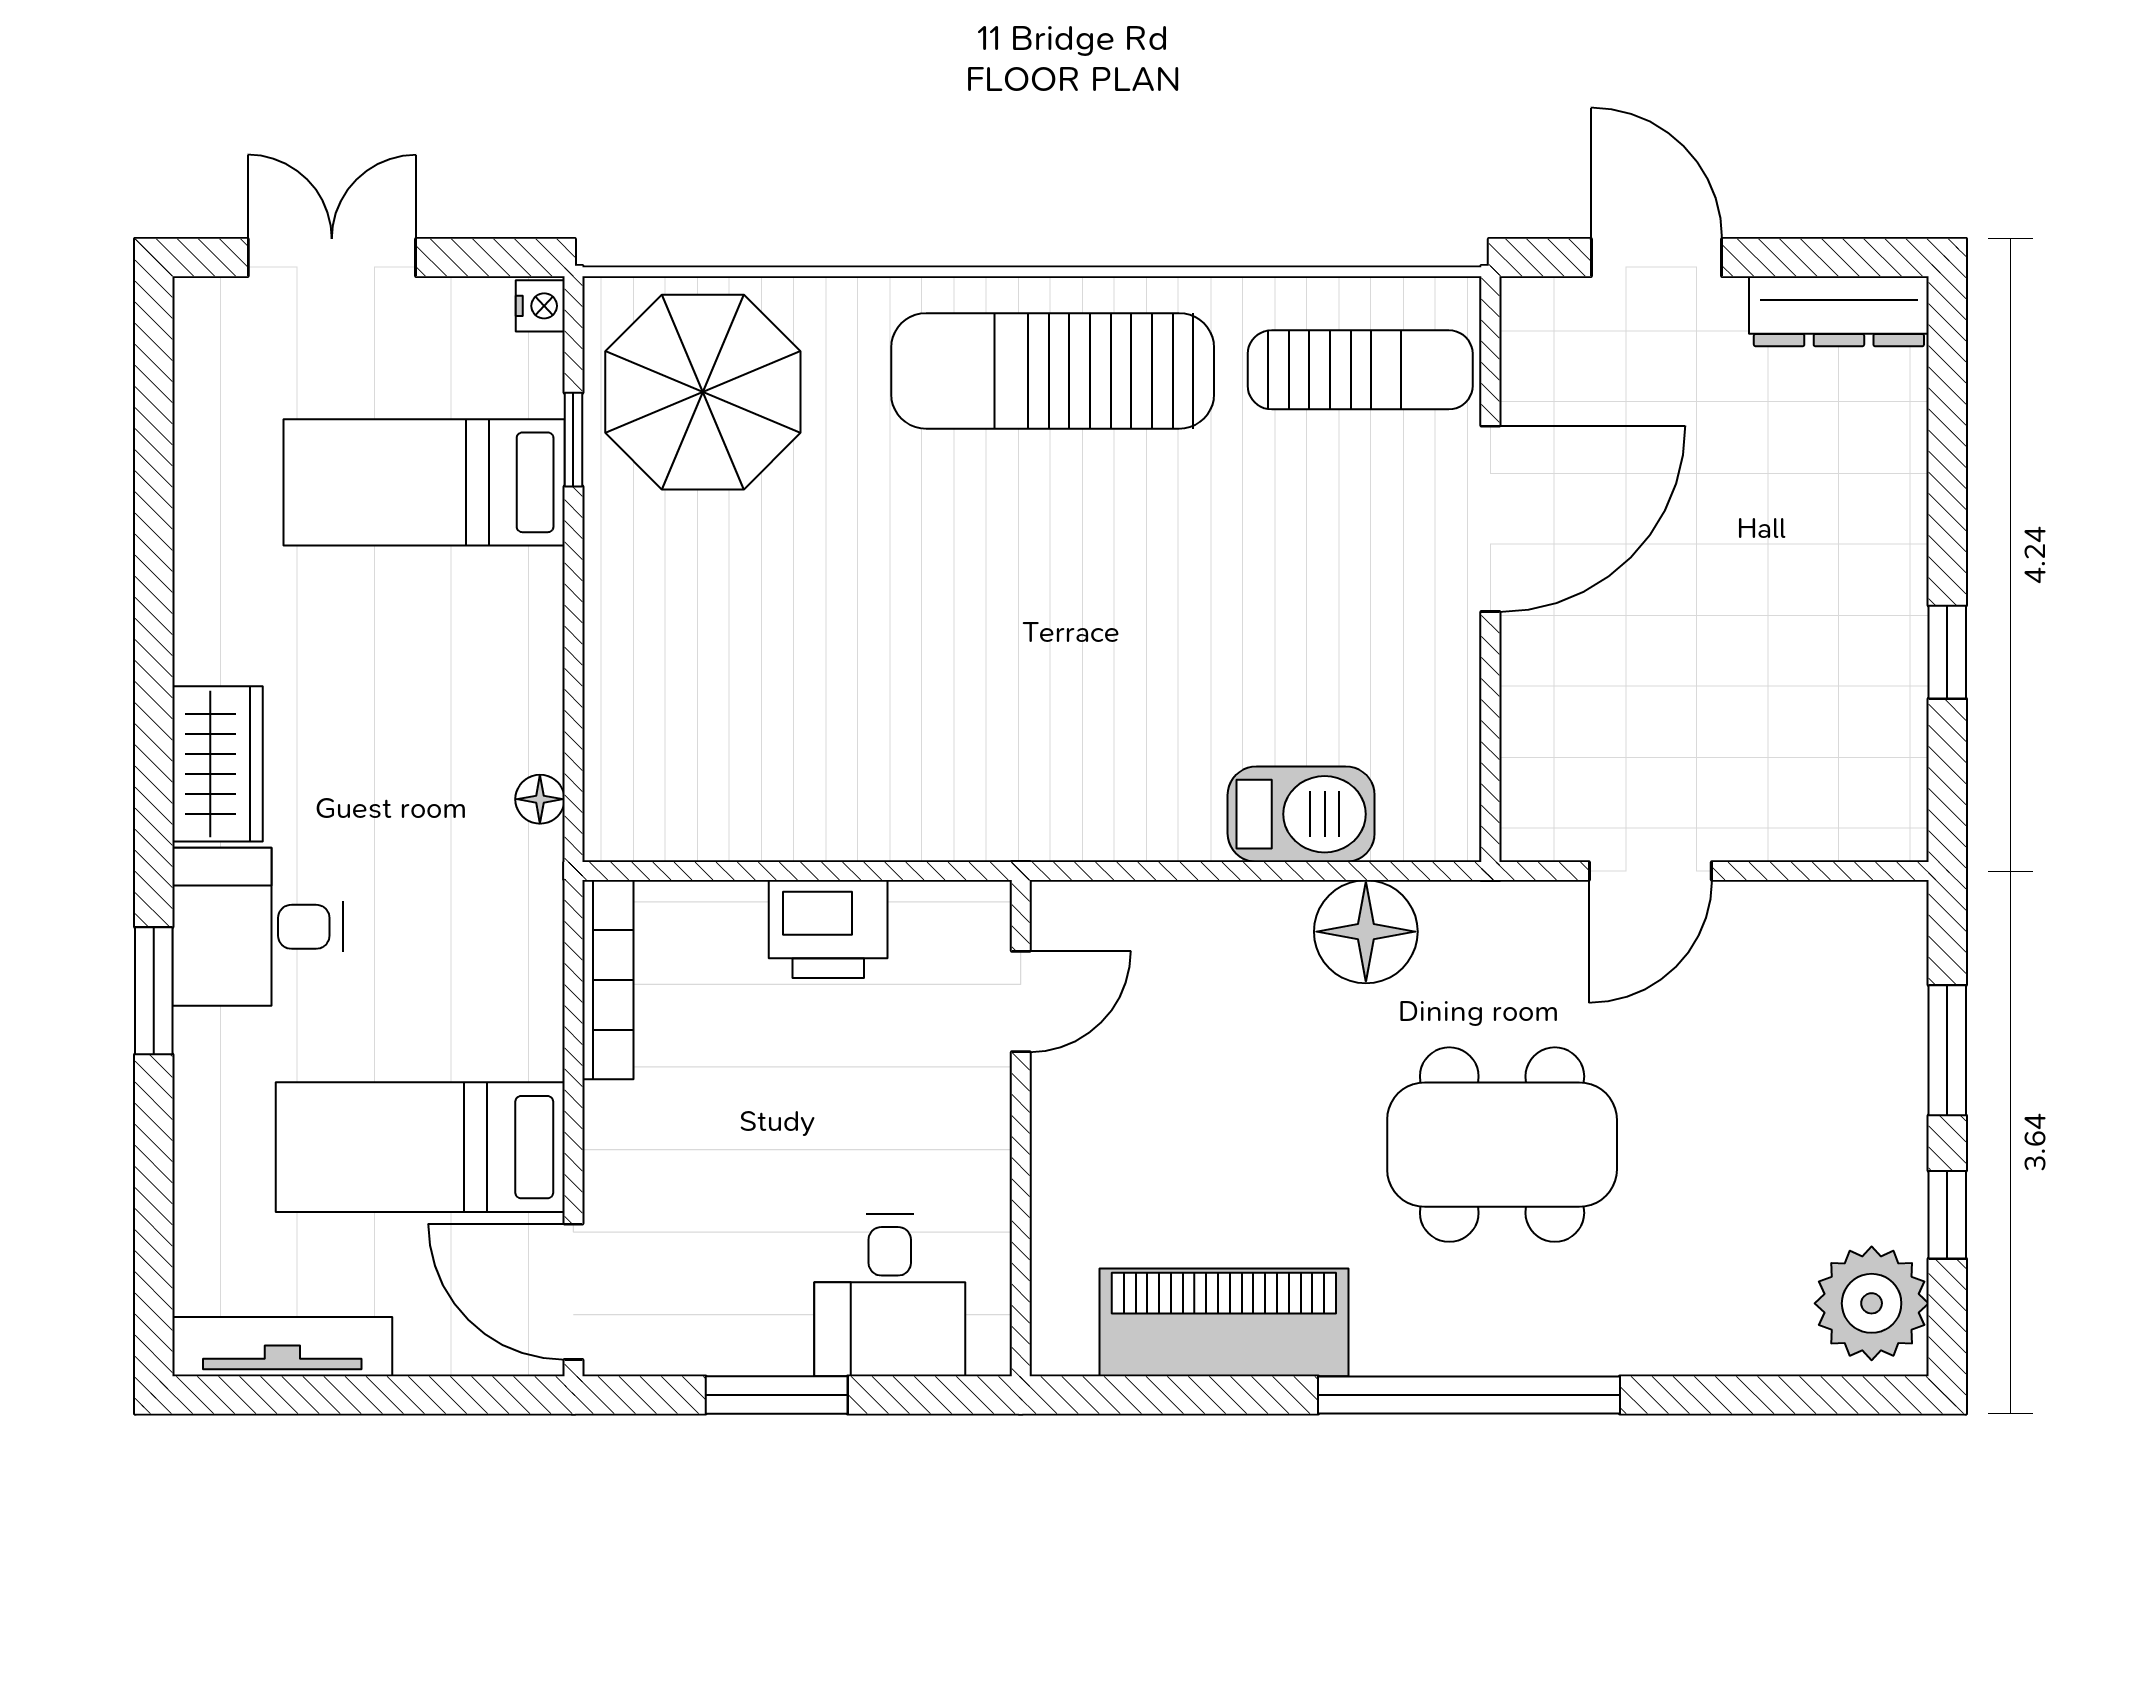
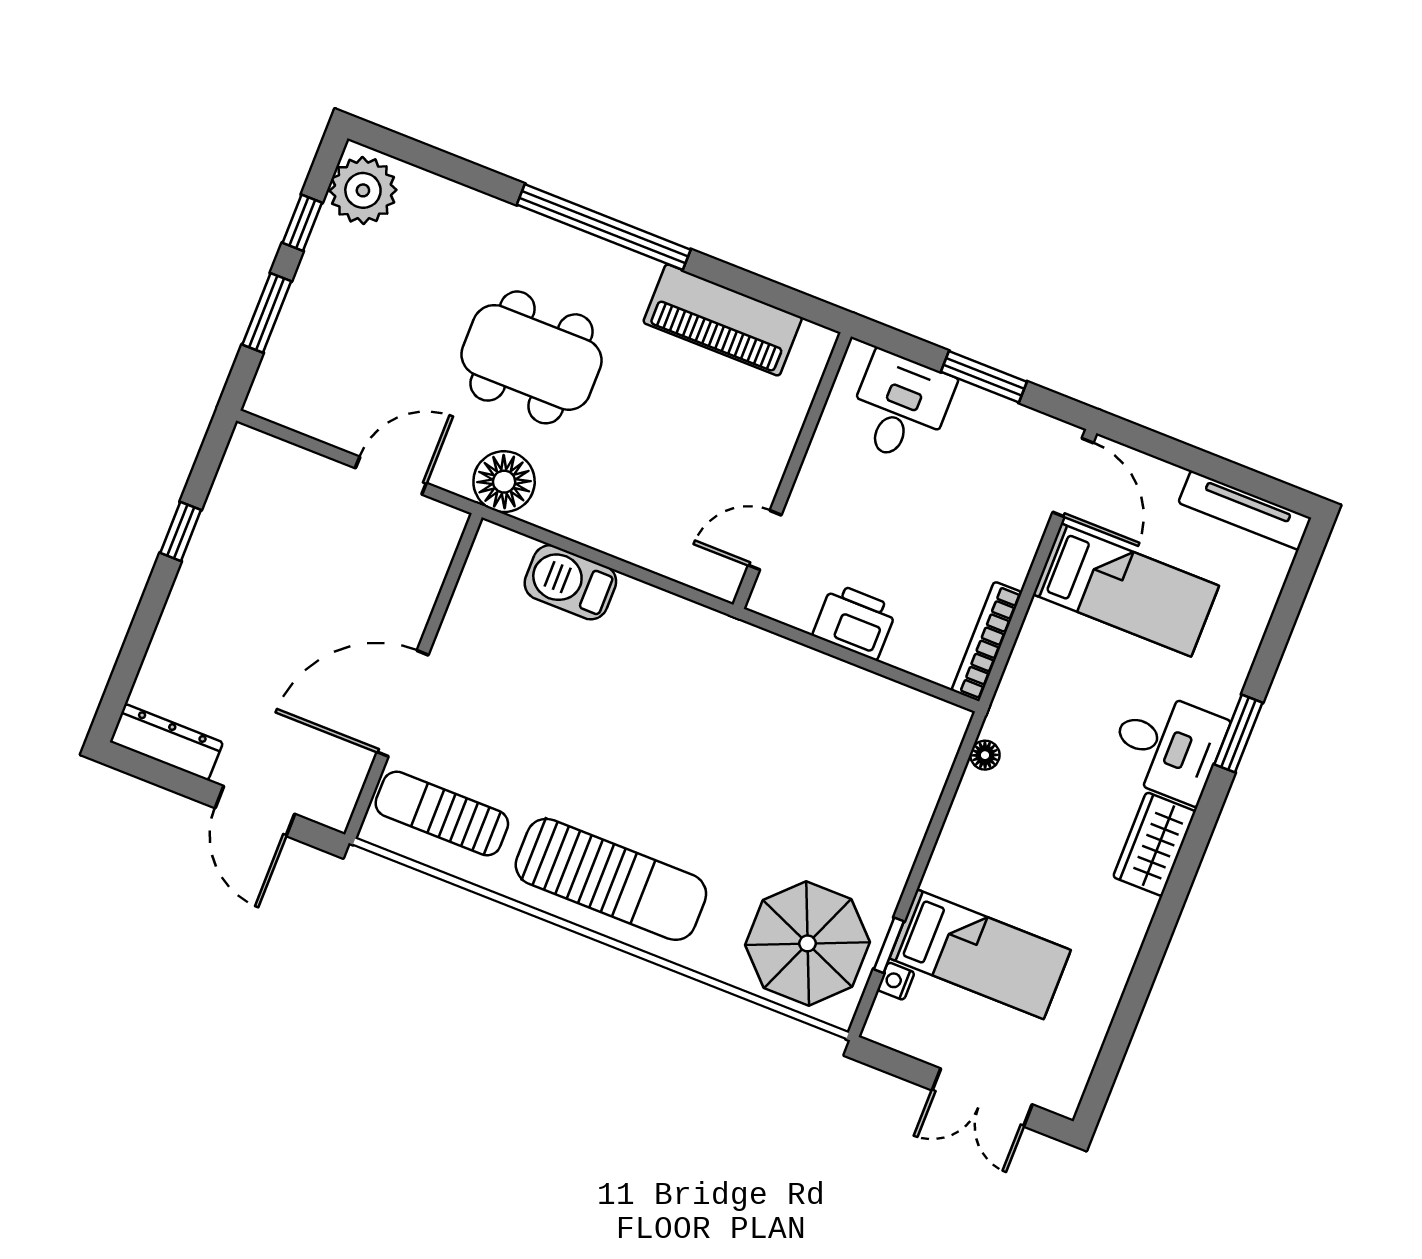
nightstand: (540, 306) -> (896, 981), moved
floor lamp: (1366, 932) -> (504, 482), moved

